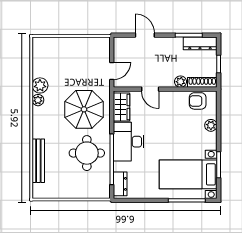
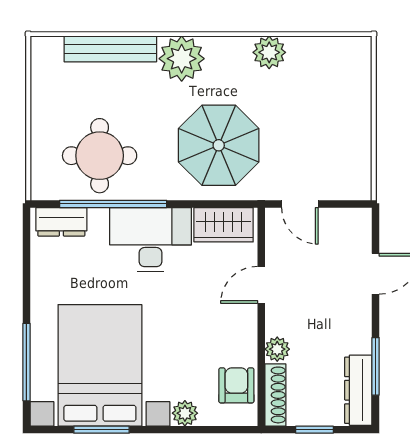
plant: (38, 100) -> (182, 59), moved, width x1.88, depth x1.88
round table: (87, 153) -> (100, 156), moved
bed with nightstands: (188, 174) -> (100, 365), width x1.36

